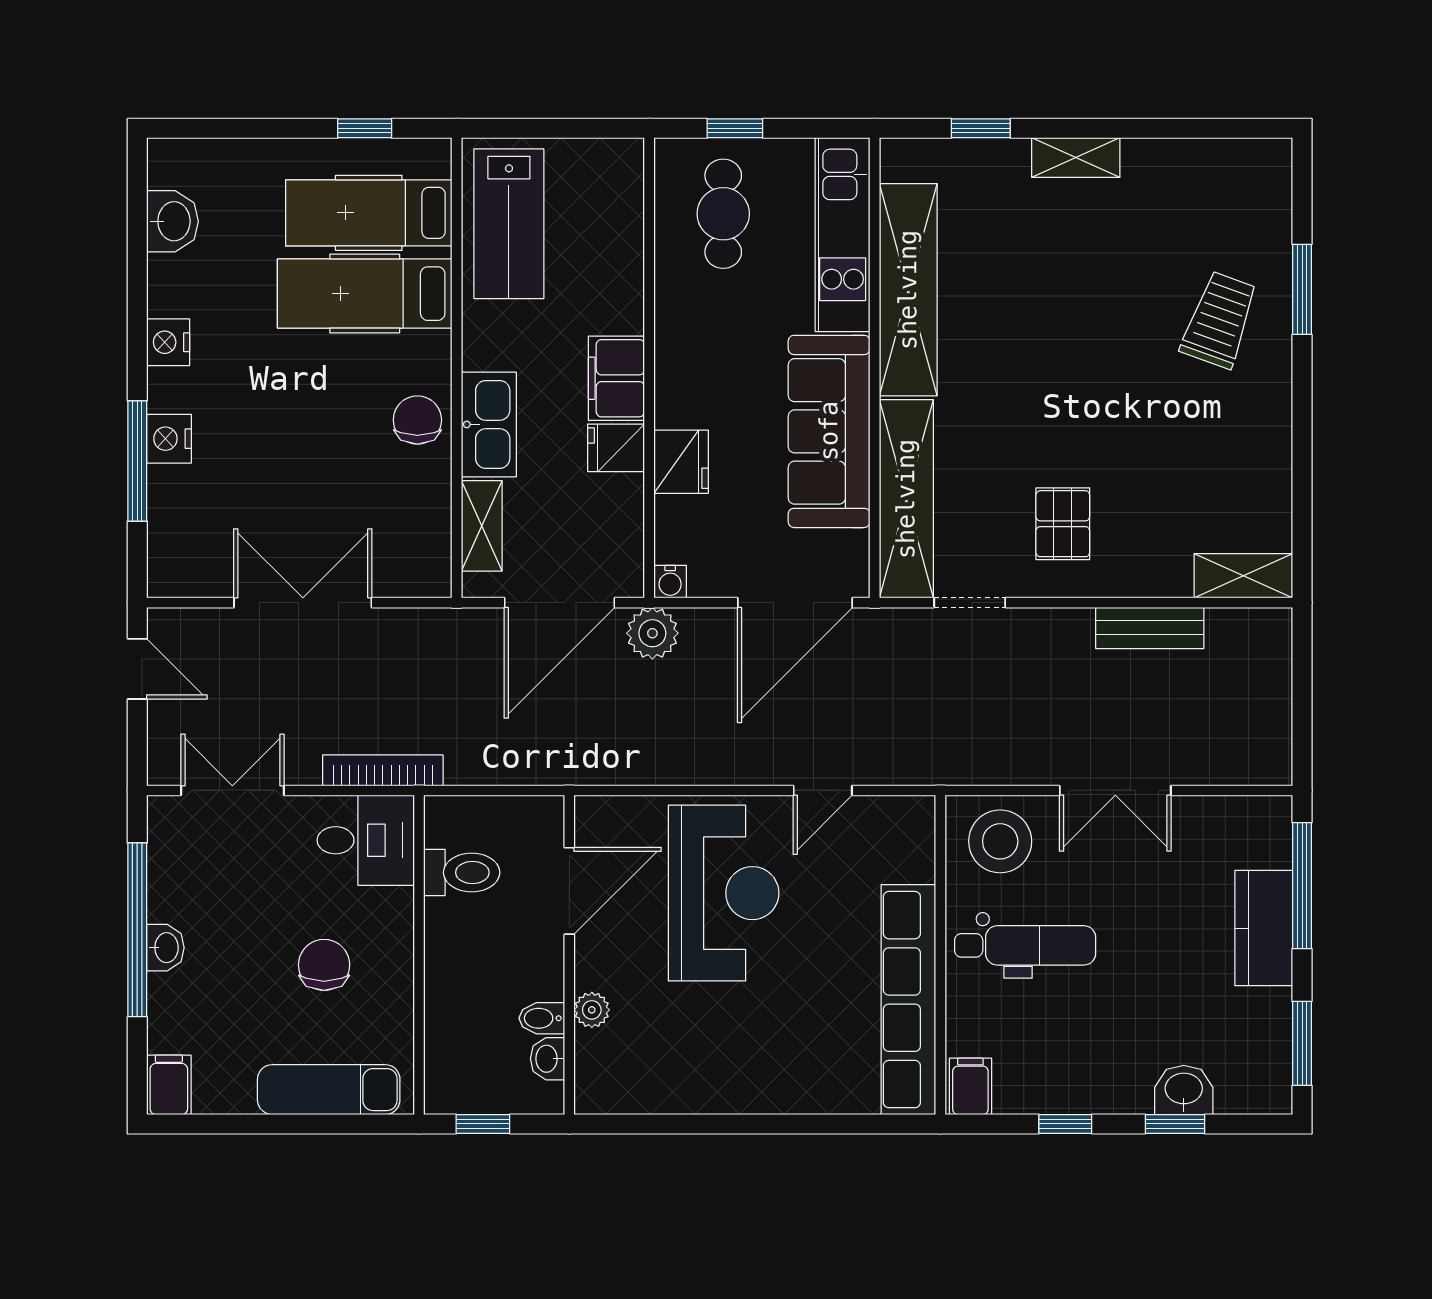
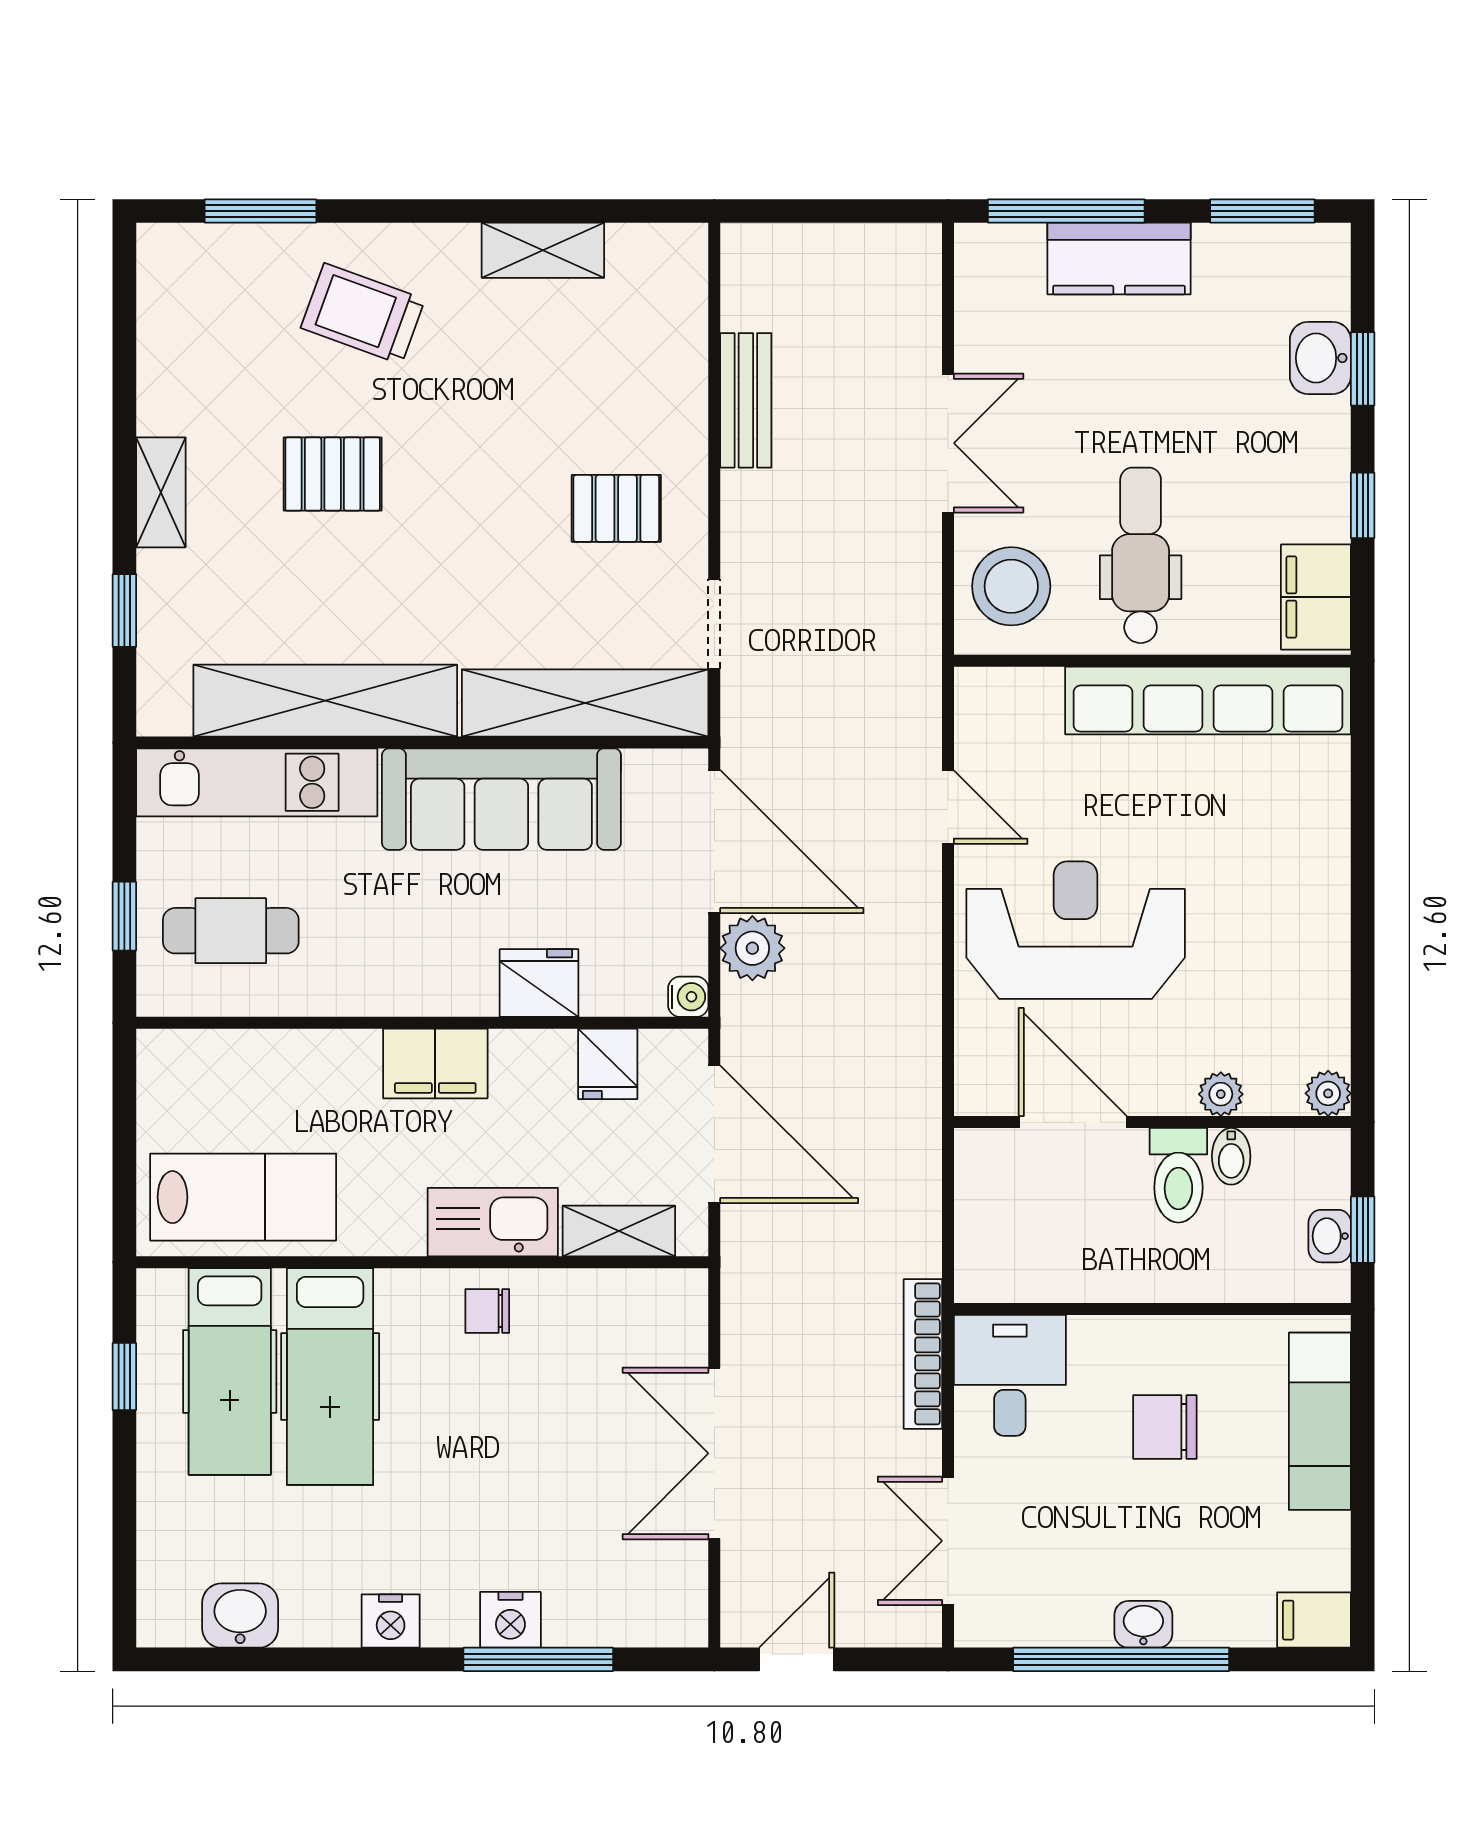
window: (1302, 289) -> (260, 211), moved
pallet: (1090, 296) -> (333, 474), added
chair: (417, 420) -> (487, 1311), width x0.73, depth x0.73
fridge: (616, 448) -> (608, 1064), moved
shelving: (1243, 576) -> (543, 250), moved, turned 90
plant: (652, 633) -> (752, 948), moved
toilet: (462, 872) -> (1178, 1175), moved, turned 180
washbasin: (548, 1059) -> (1330, 1236), moved, turned 90
filing cabinet: (970, 1086) -> (1316, 597), width x2.00
plant: (592, 1096) -> (1328, 1093), added

